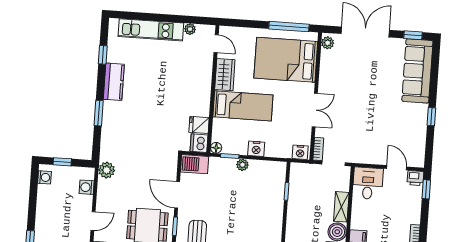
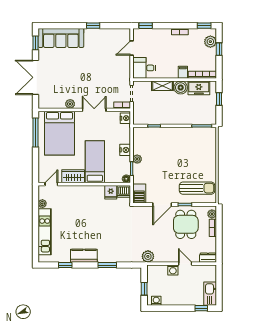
plant: (328, 43) -> (70, 104), moved
printer: (415, 178) -> (138, 34), removed
washing machine: (87, 187) -> (173, 270), moved

